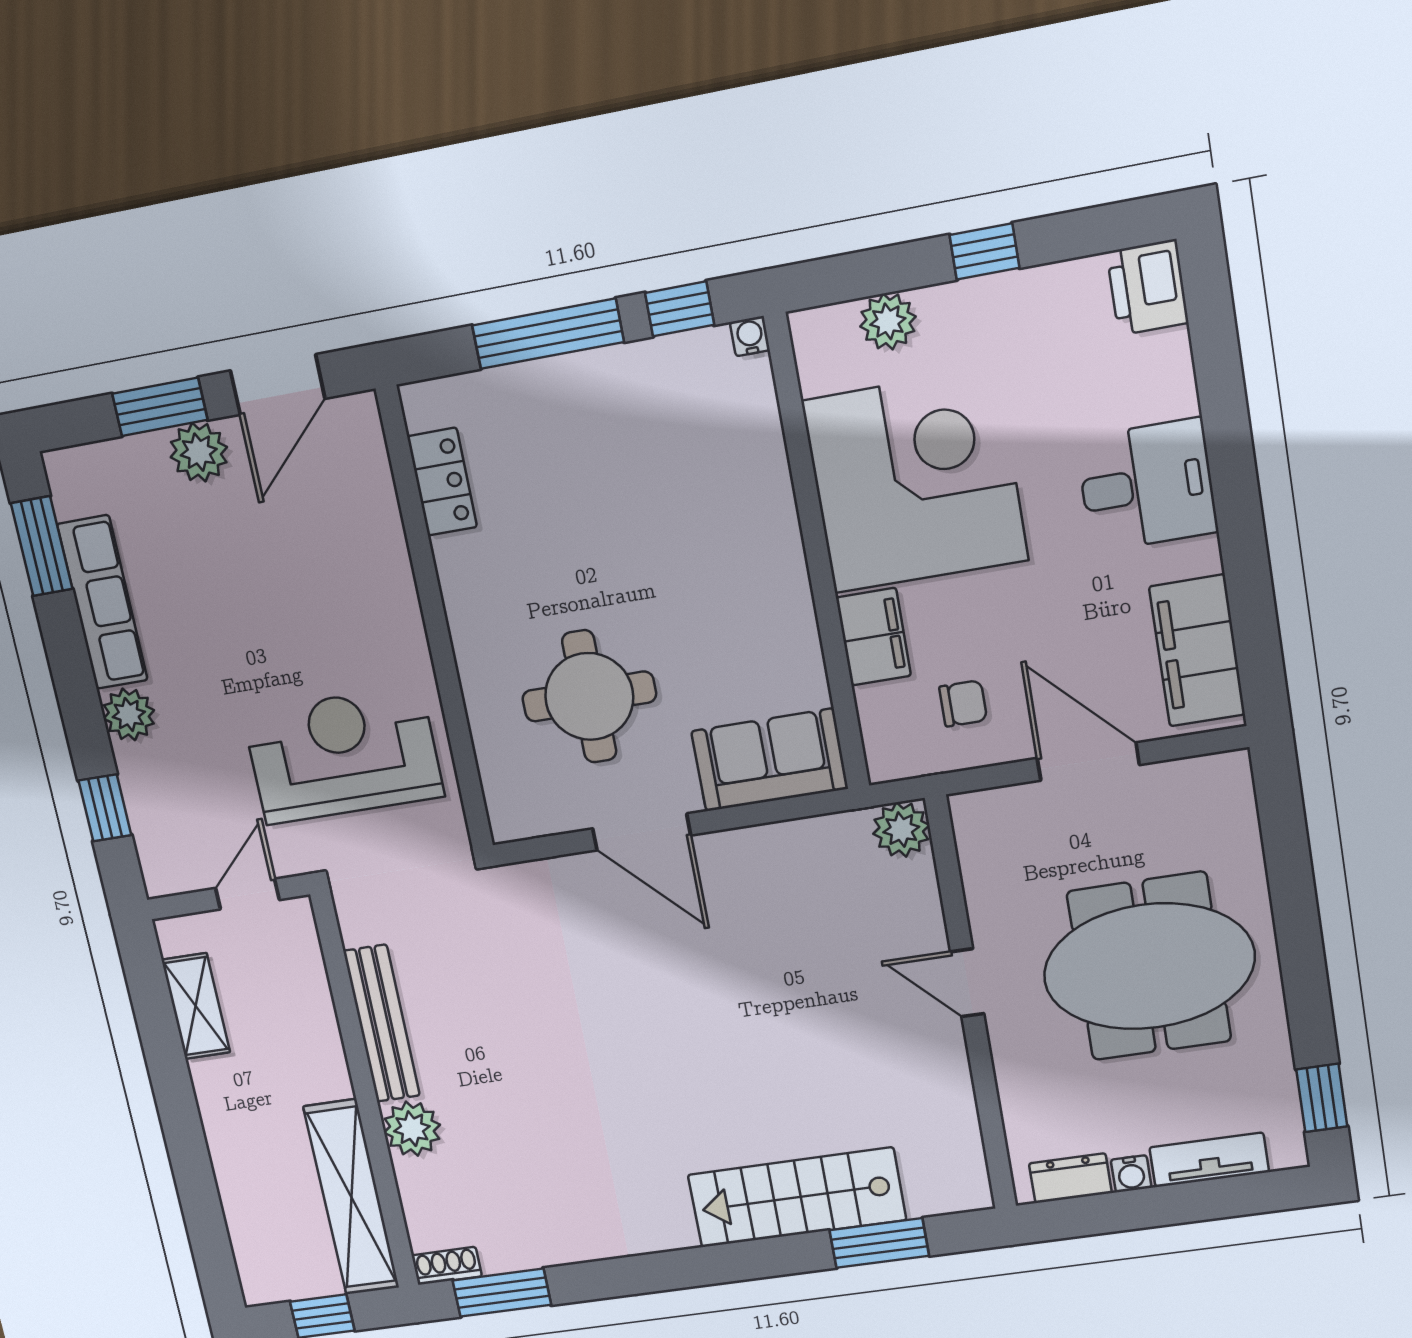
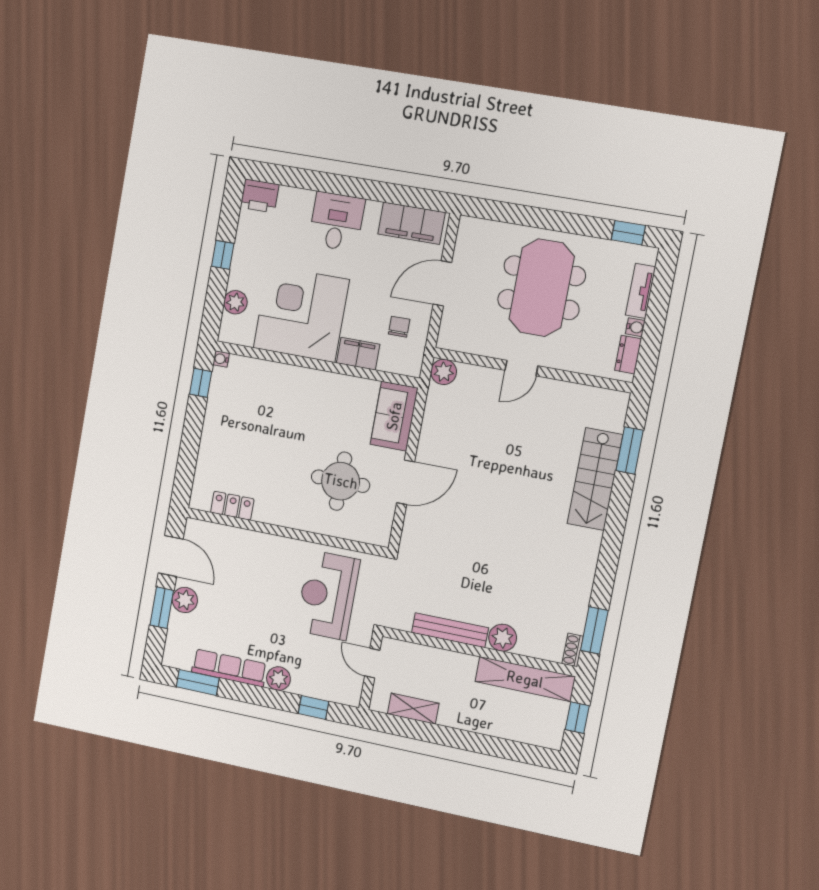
window: (548, 334) -> (191, 439), removed

